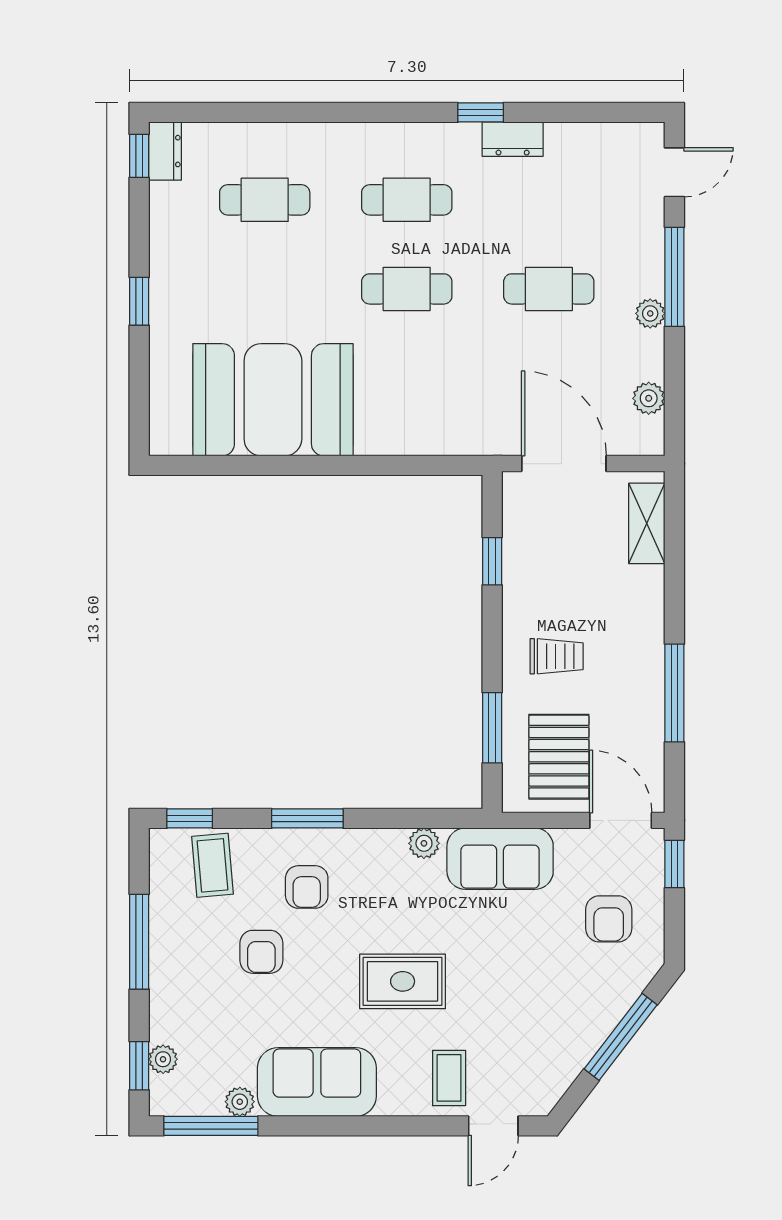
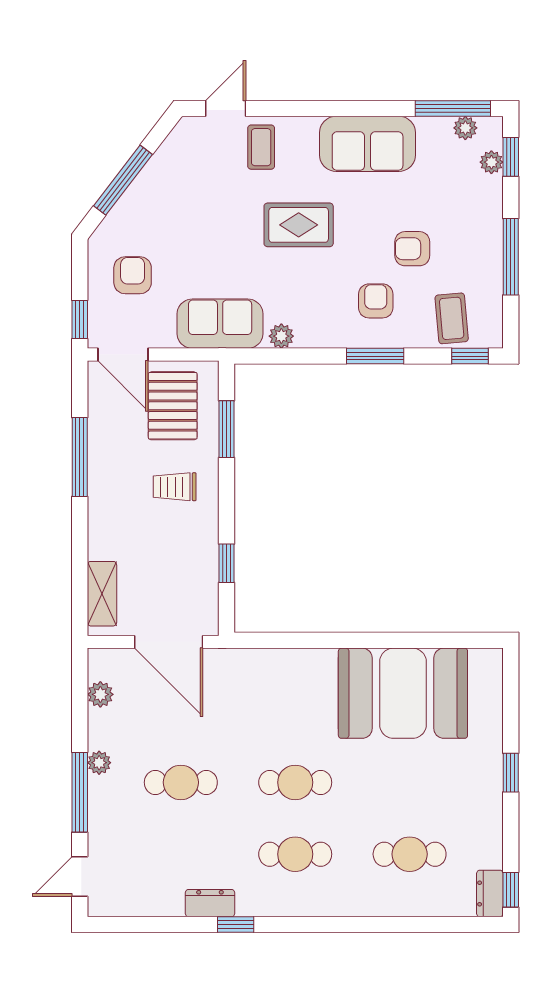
armchair: (261, 952) -> (412, 249), turned -90
plant: (240, 1102) -> (465, 128), moved

